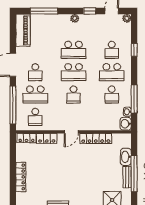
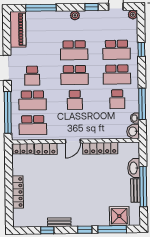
school desk: (112, 50) -> (117, 50), width x1.85
school desk: (35, 117) -> (33, 125), width x1.85

